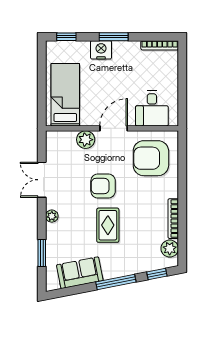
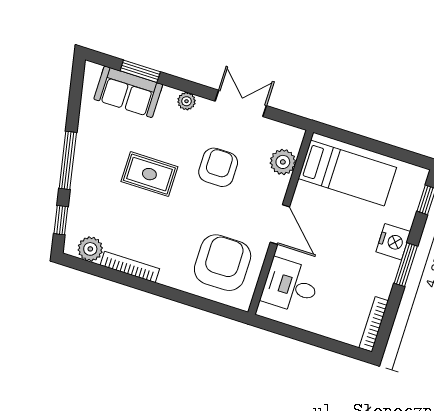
plant: (86, 140) -> (283, 162), moved
armchair: (103, 186) -> (218, 167), moved
sofa: (80, 273) -> (128, 92), moved, turned 101

